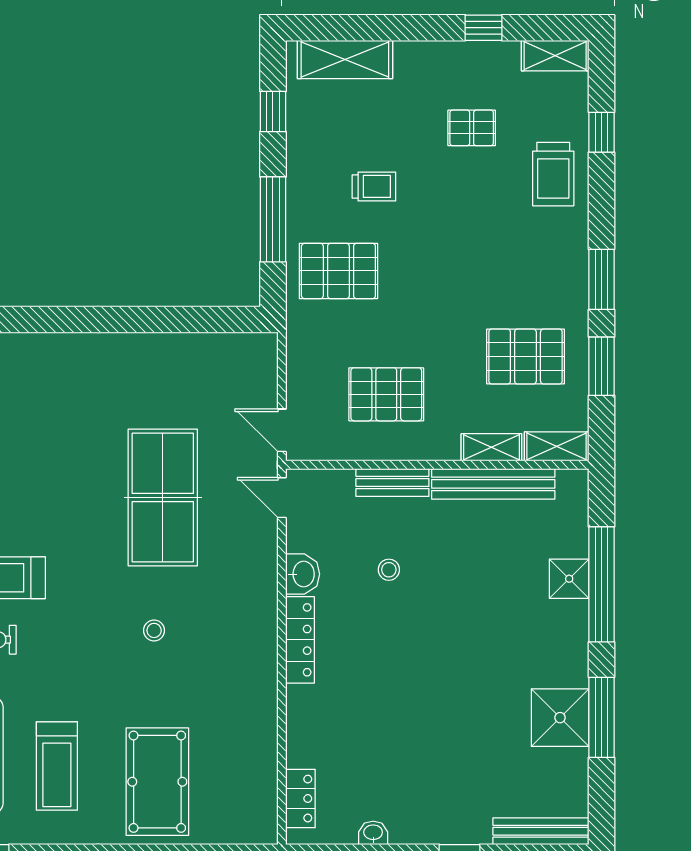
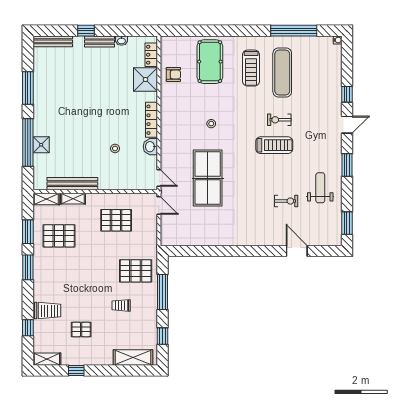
trolley: (553, 174) -> (48, 311), turned 90
bench: (392, 482) -> (100, 42), moved
shower: (560, 718) -> (145, 80), moved
armchair: (246, 750) -> (173, 74), added
treadmill: (57, 766) -> (251, 68), turned 180

